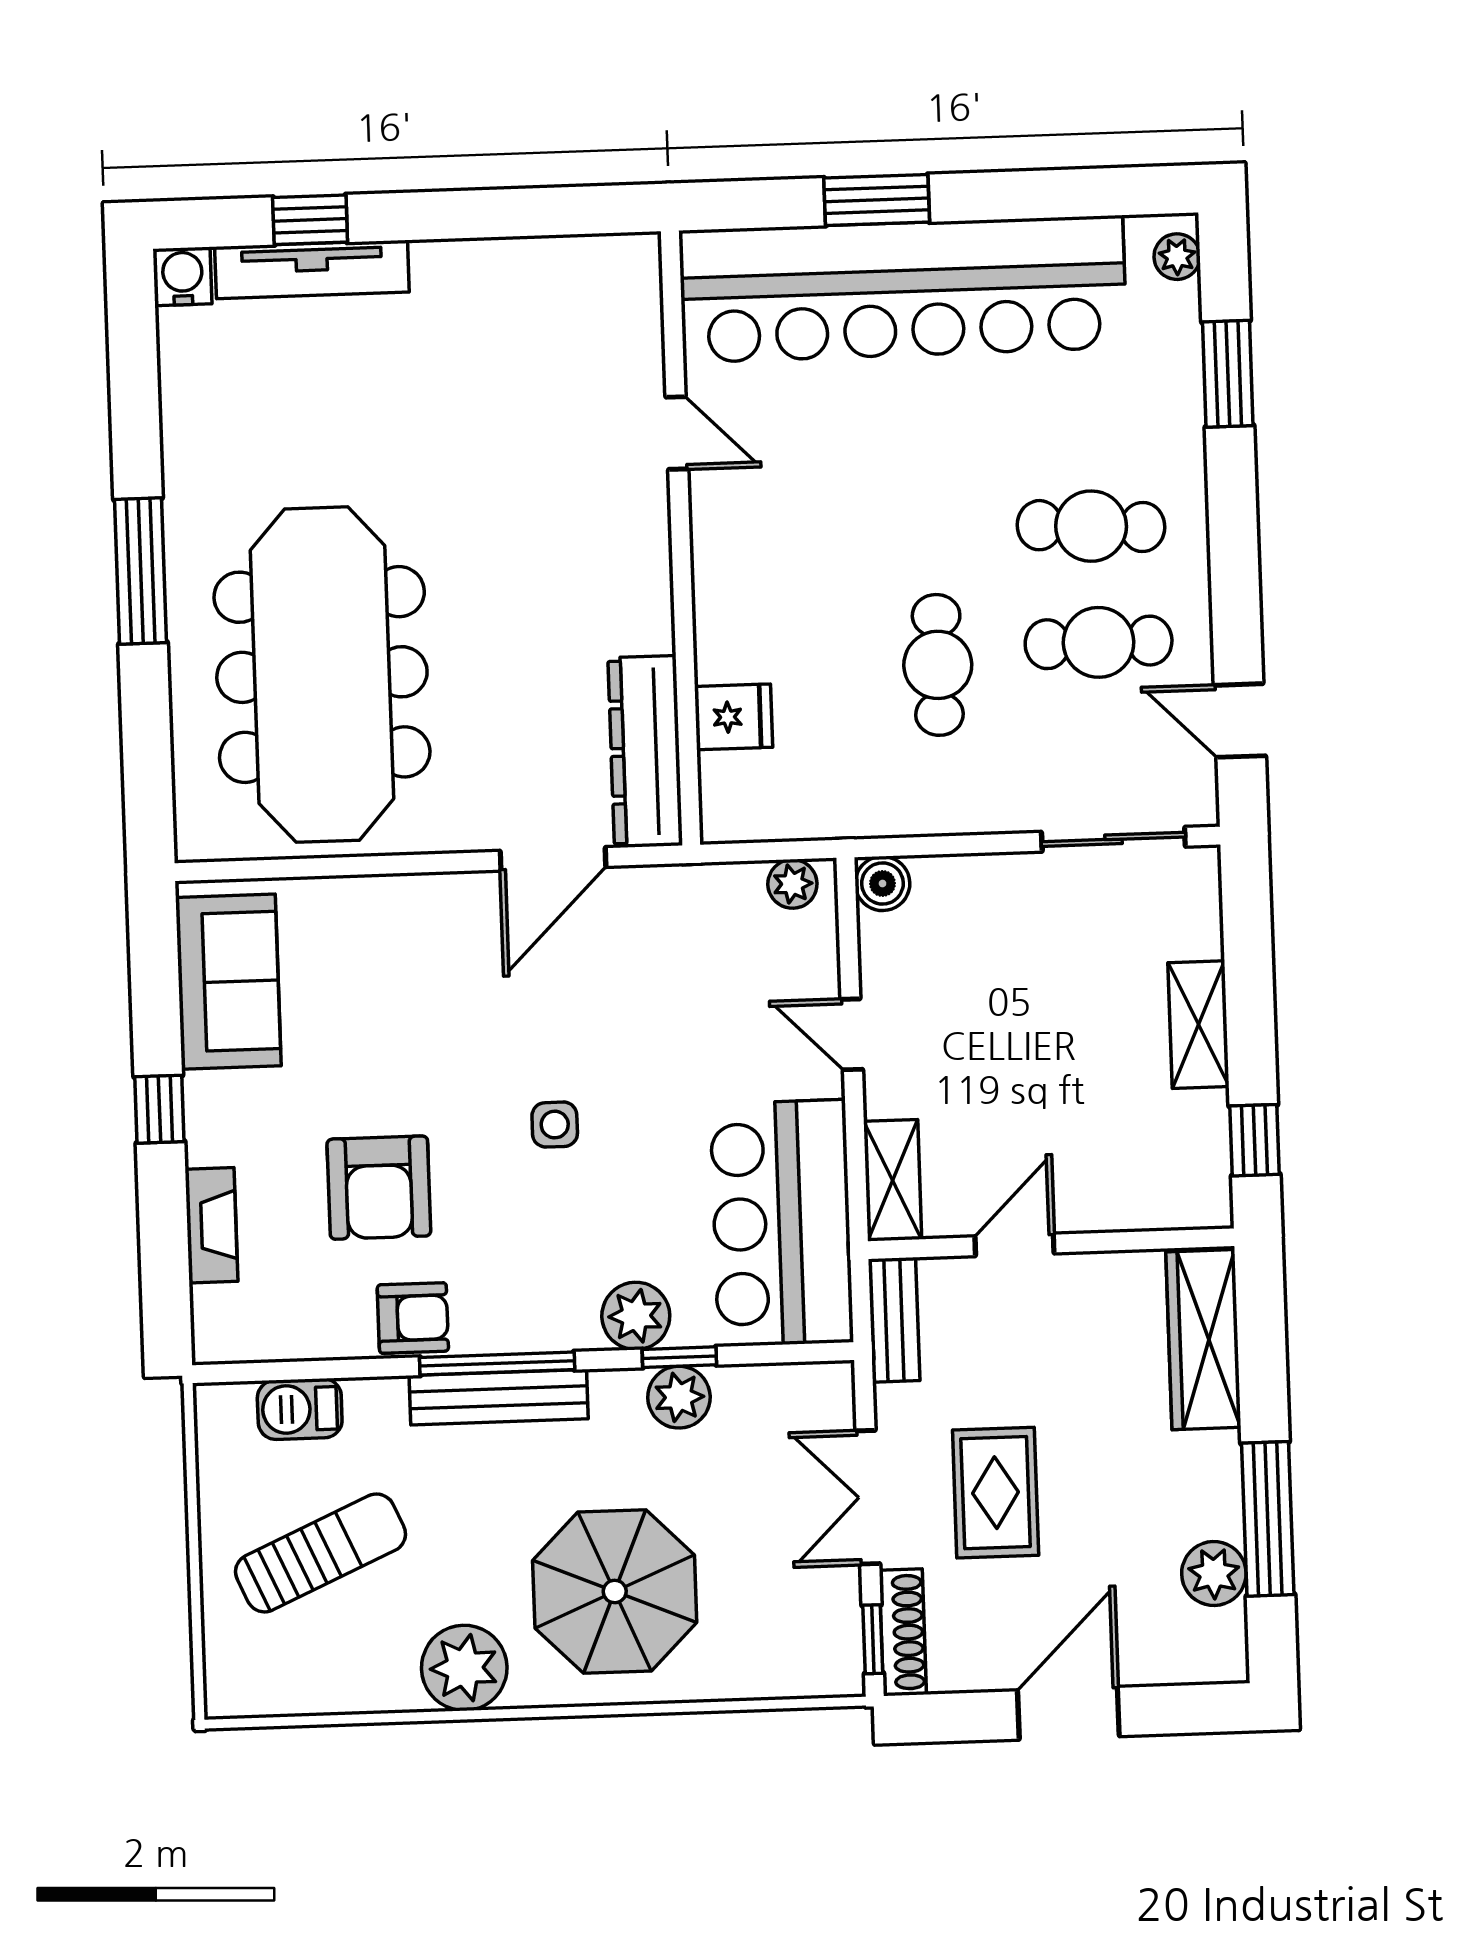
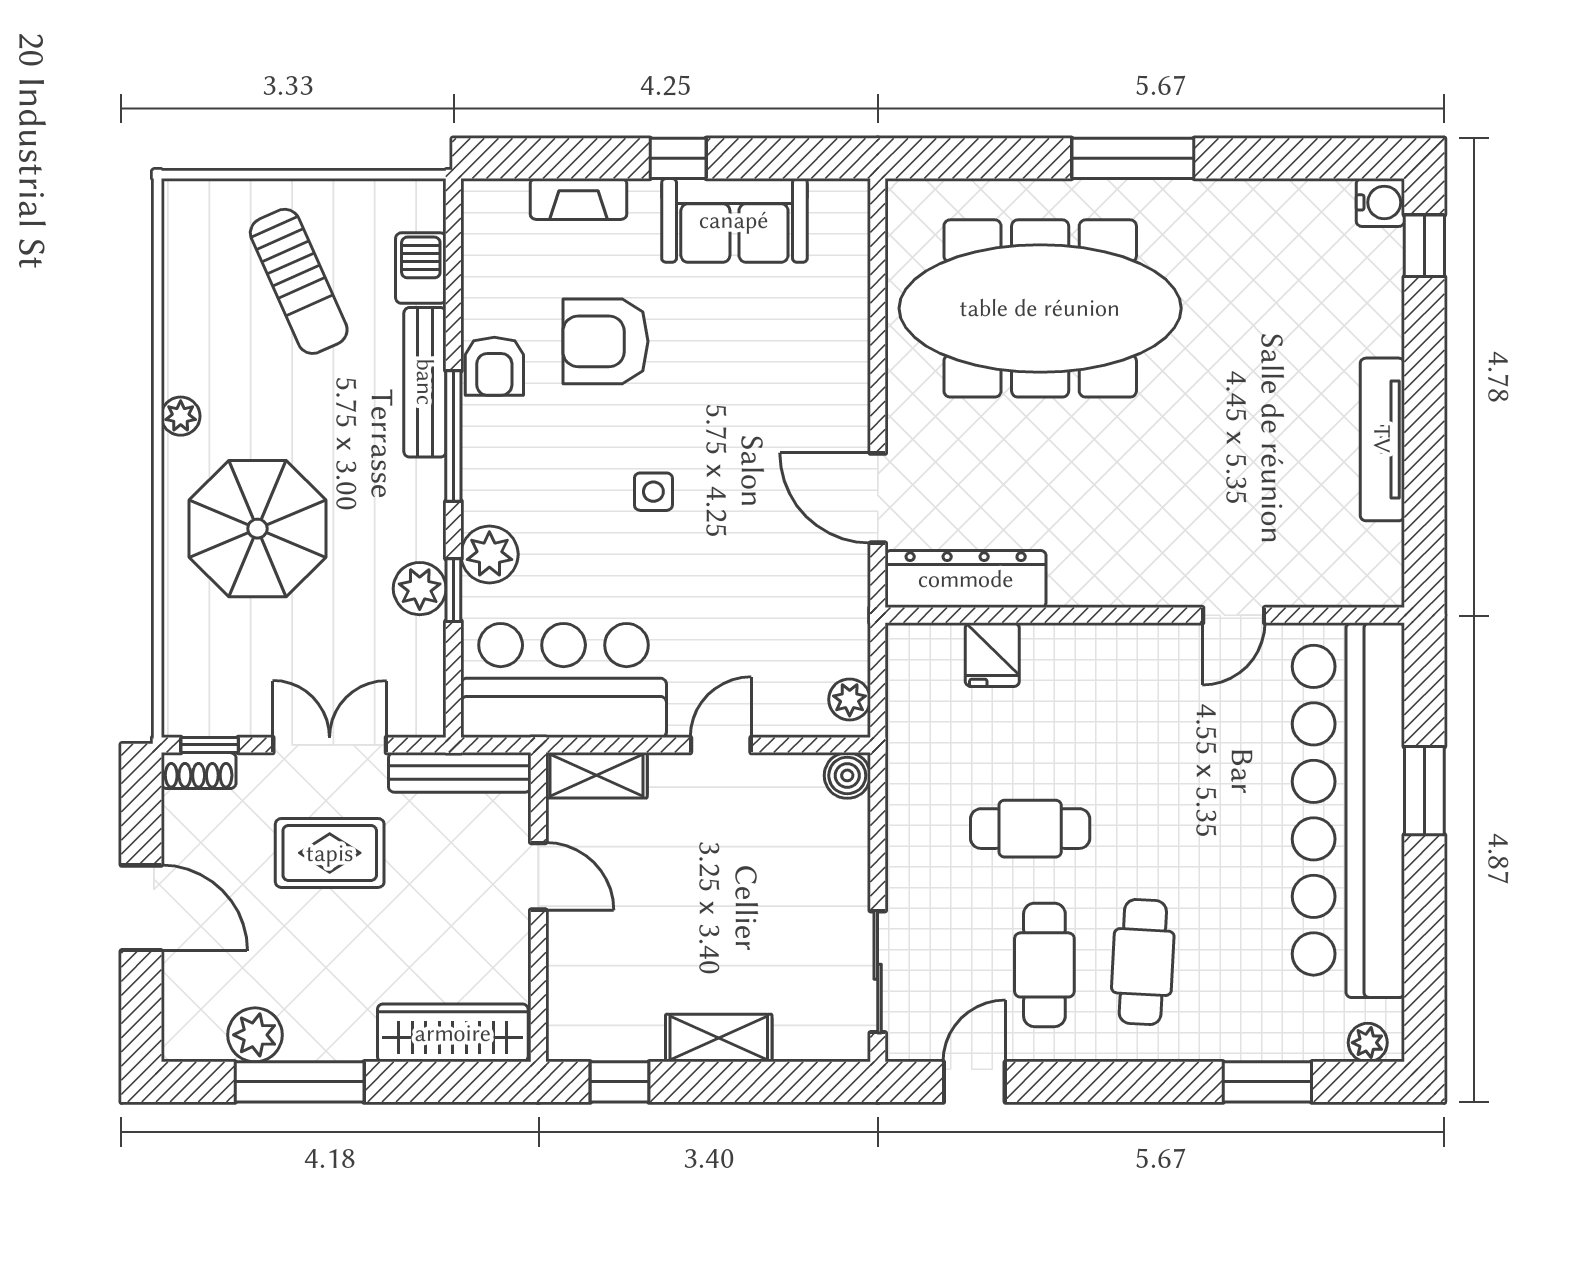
window: (310, 220) -> (1424, 246), moved
tv unit: (312, 269) -> (1382, 439), moved
sofa: (228, 982) -> (734, 220), moved
bench: (894, 1320) -> (460, 772), width x1.36
bench: (499, 1397) -> (425, 382), moved
shoe rack: (903, 1632) -> (199, 771), width x0.70
plant: (464, 1668) -> (181, 416), width x0.53, depth x0.53

